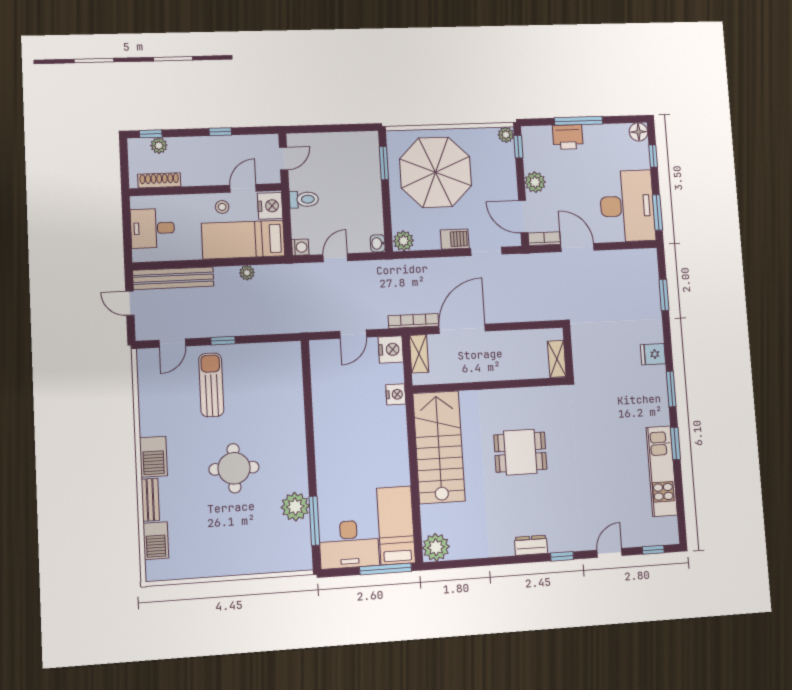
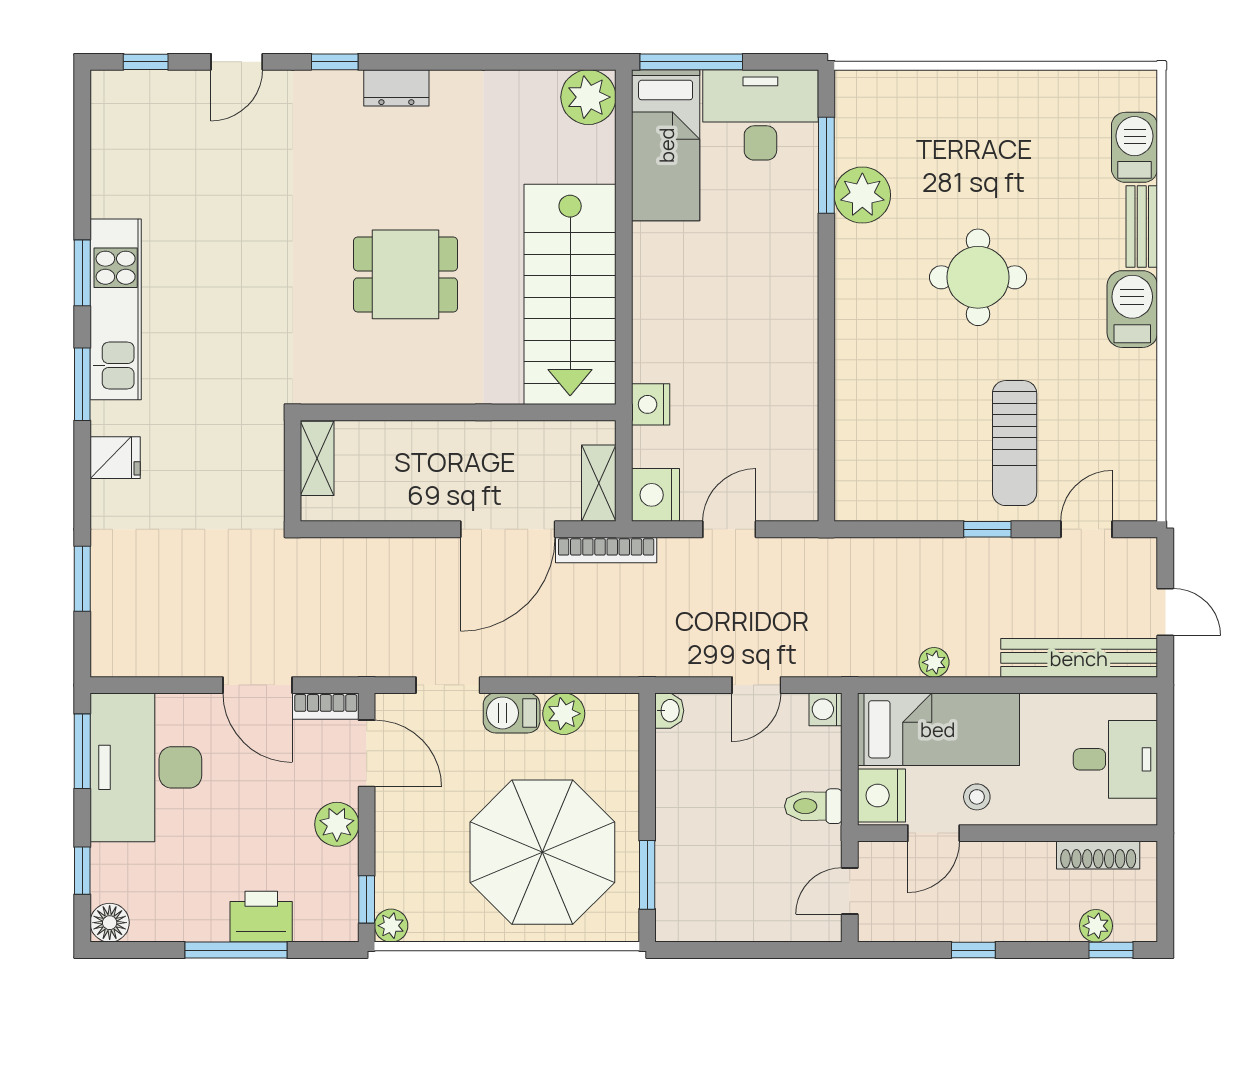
plant: (404, 241) -> (564, 714), moved
kitchen unit: (662, 471) -> (116, 309), moved

